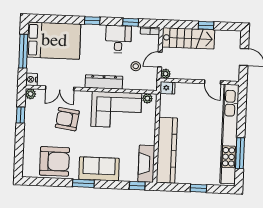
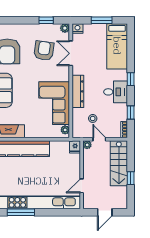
desk: (118, 39) -> (116, 92), moved
bed: (54, 41) -> (117, 46), width x0.67
window: (23, 51) -> (102, 20), width x0.69
armchair: (67, 119) -> (44, 51), moved

